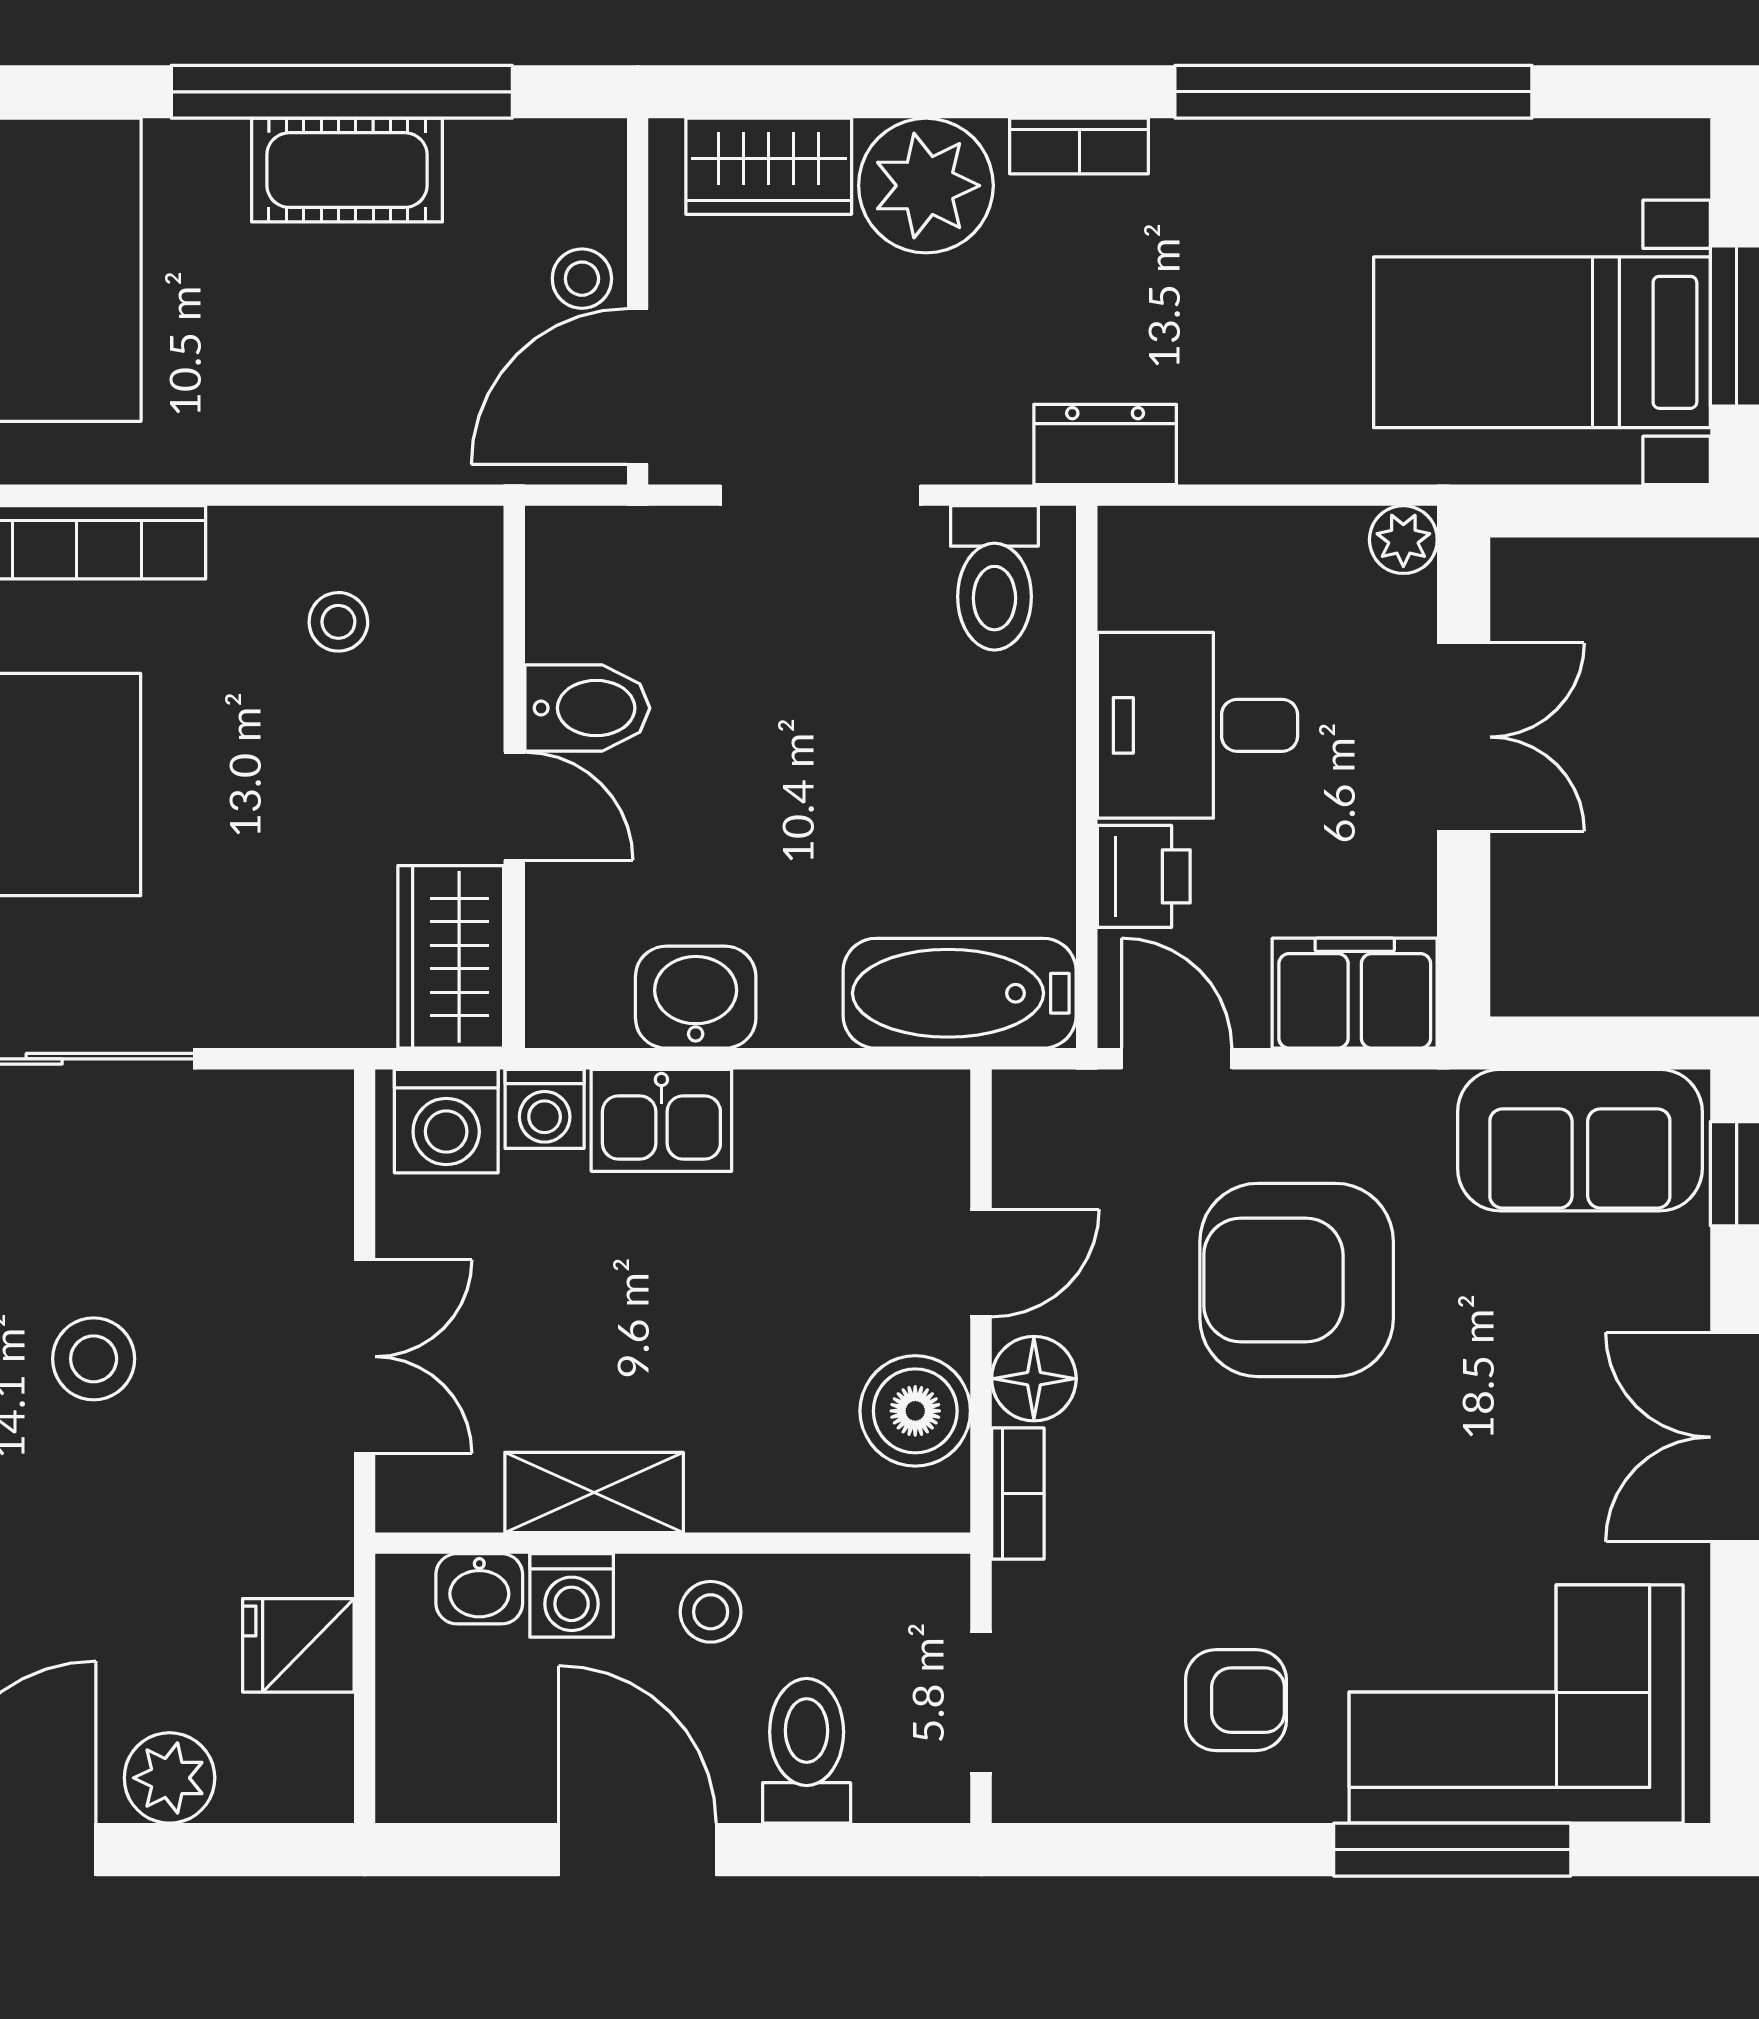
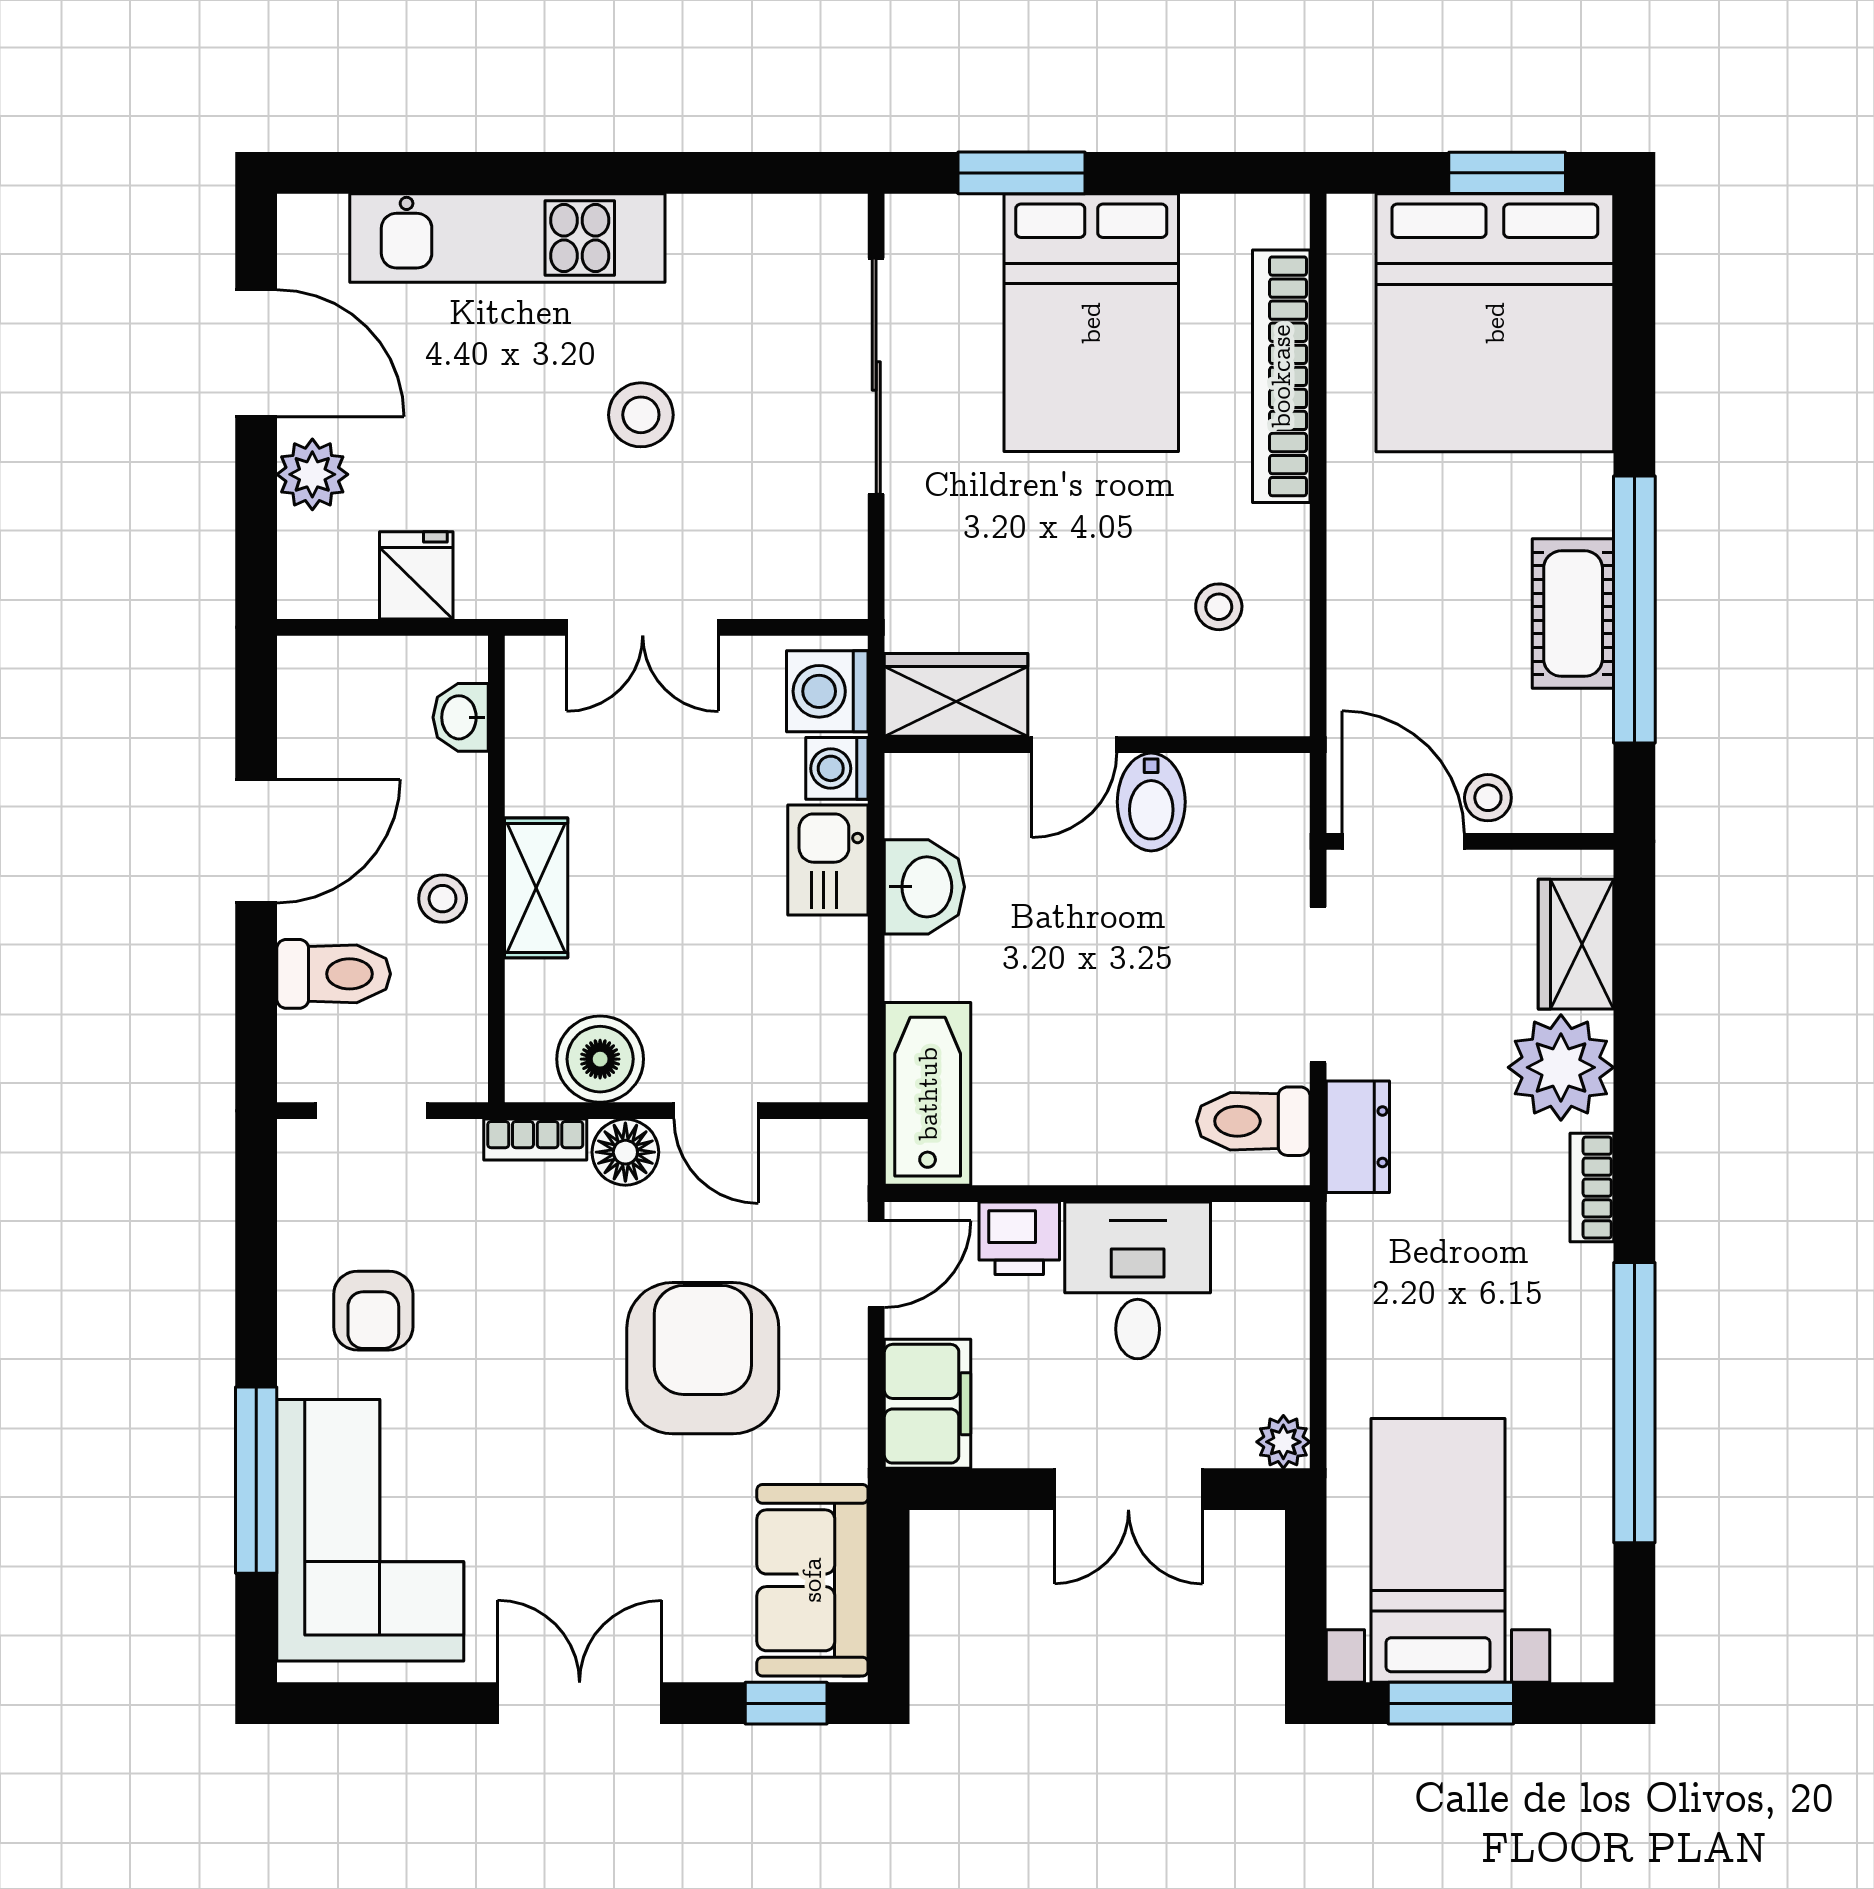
dresser: (1105, 444) -> (1358, 1137), moved
shelving: (594, 1492) -> (536, 888), moved
washing machine: (572, 1595) -> (455, 790), removed

